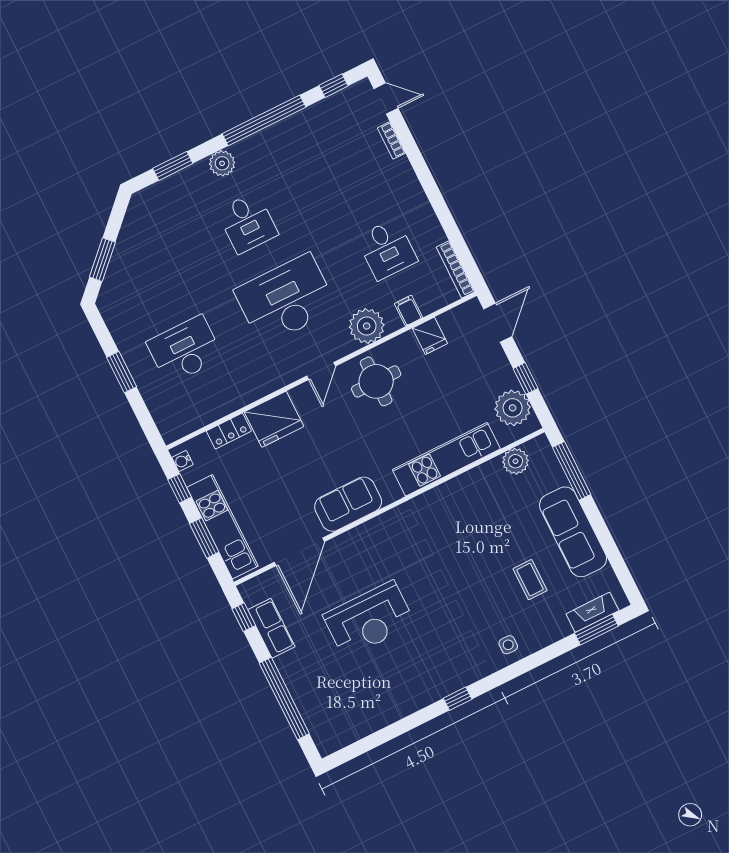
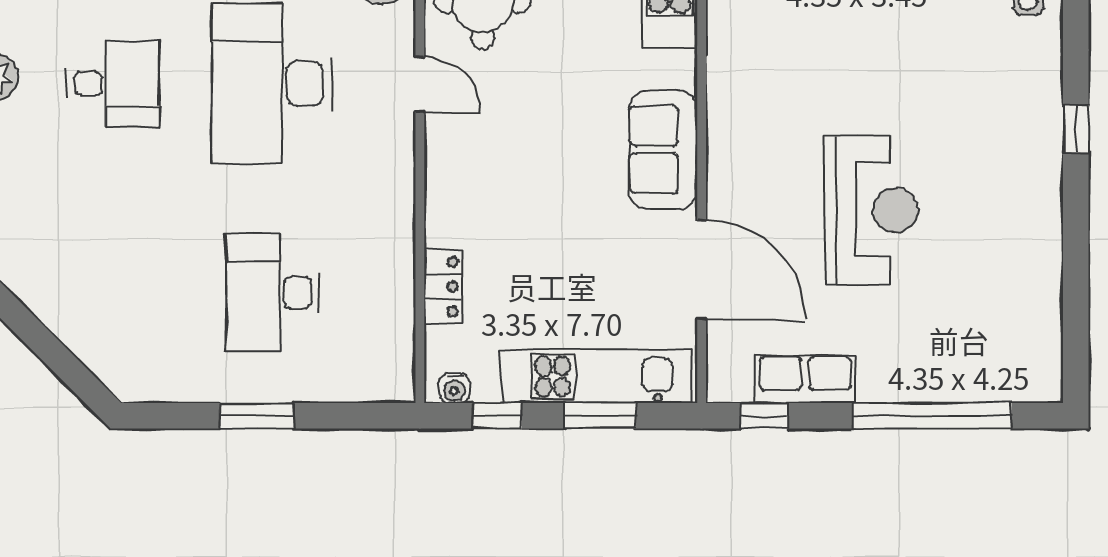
window: (102, 260) -> (55, 355), removed
fridge: (274, 419) -> (461, 202), removed

